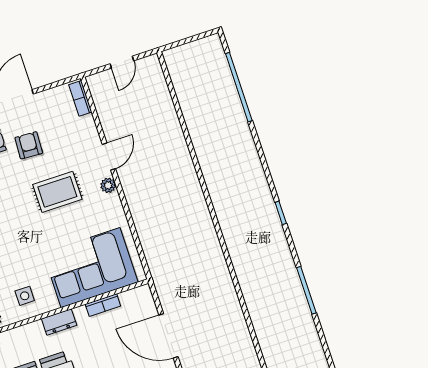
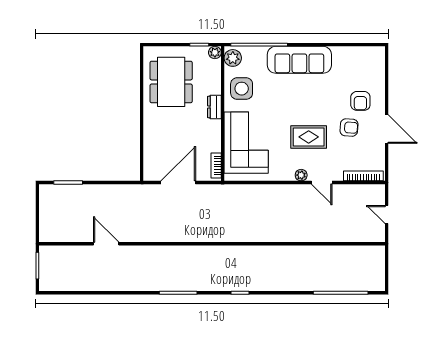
bookcase: (80, 98) -> (363, 176), width x1.56
rug: (57, 192) -> (309, 137), turned 90
side table: (25, 296) -> (242, 89), width x1.87, depth x1.87
bookcase: (103, 305) -> (216, 165), moved

